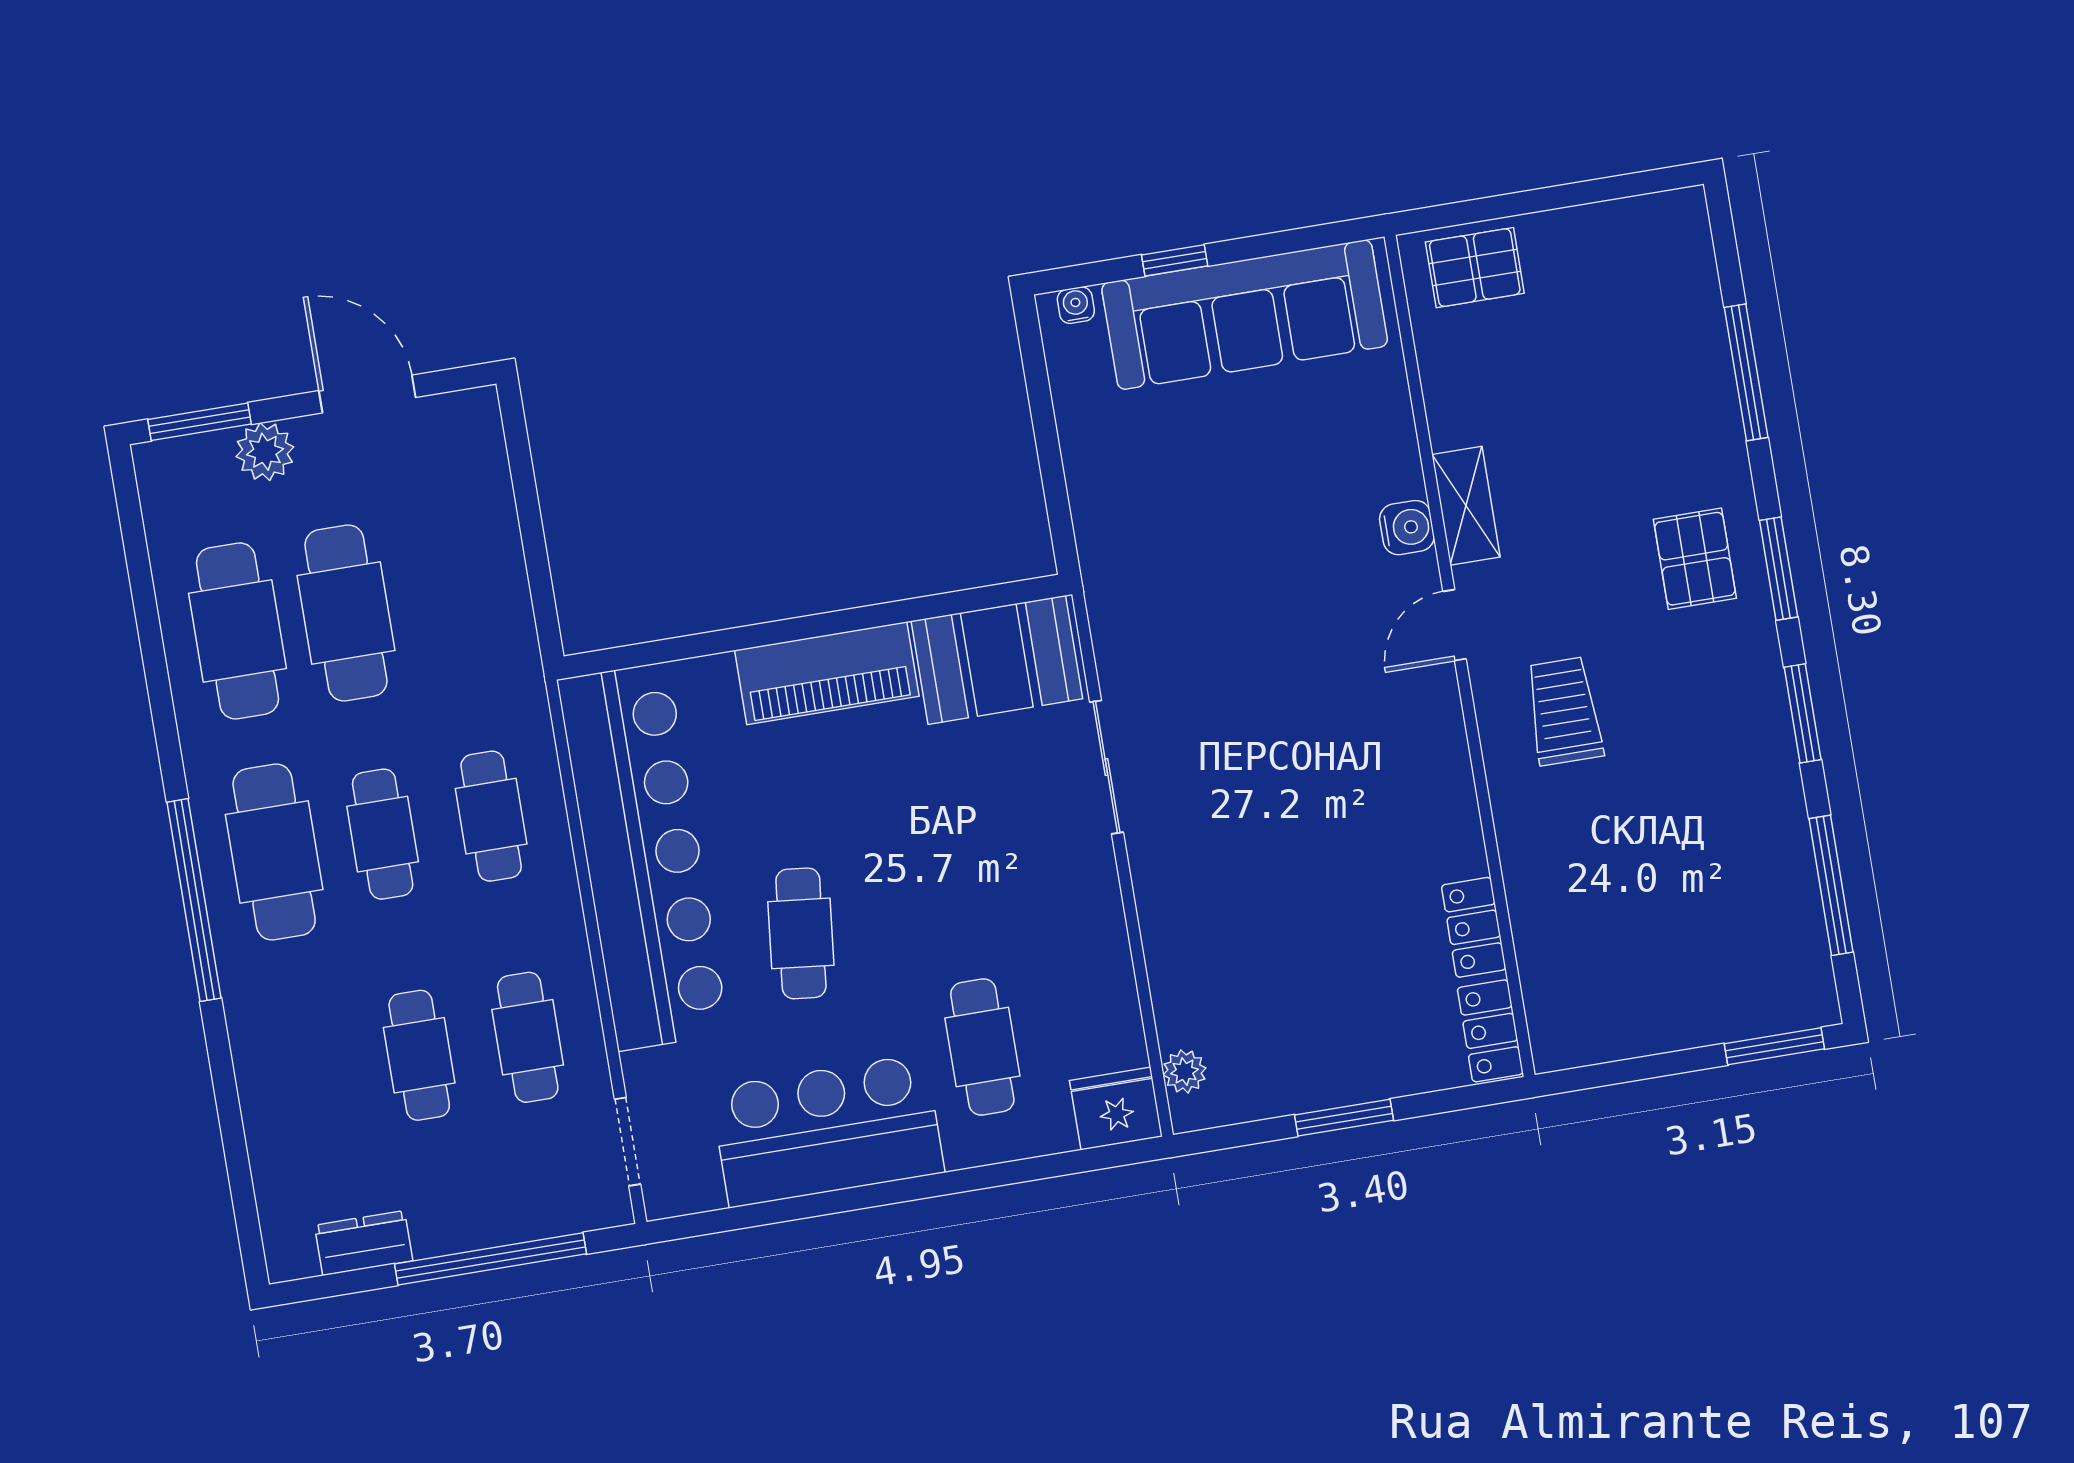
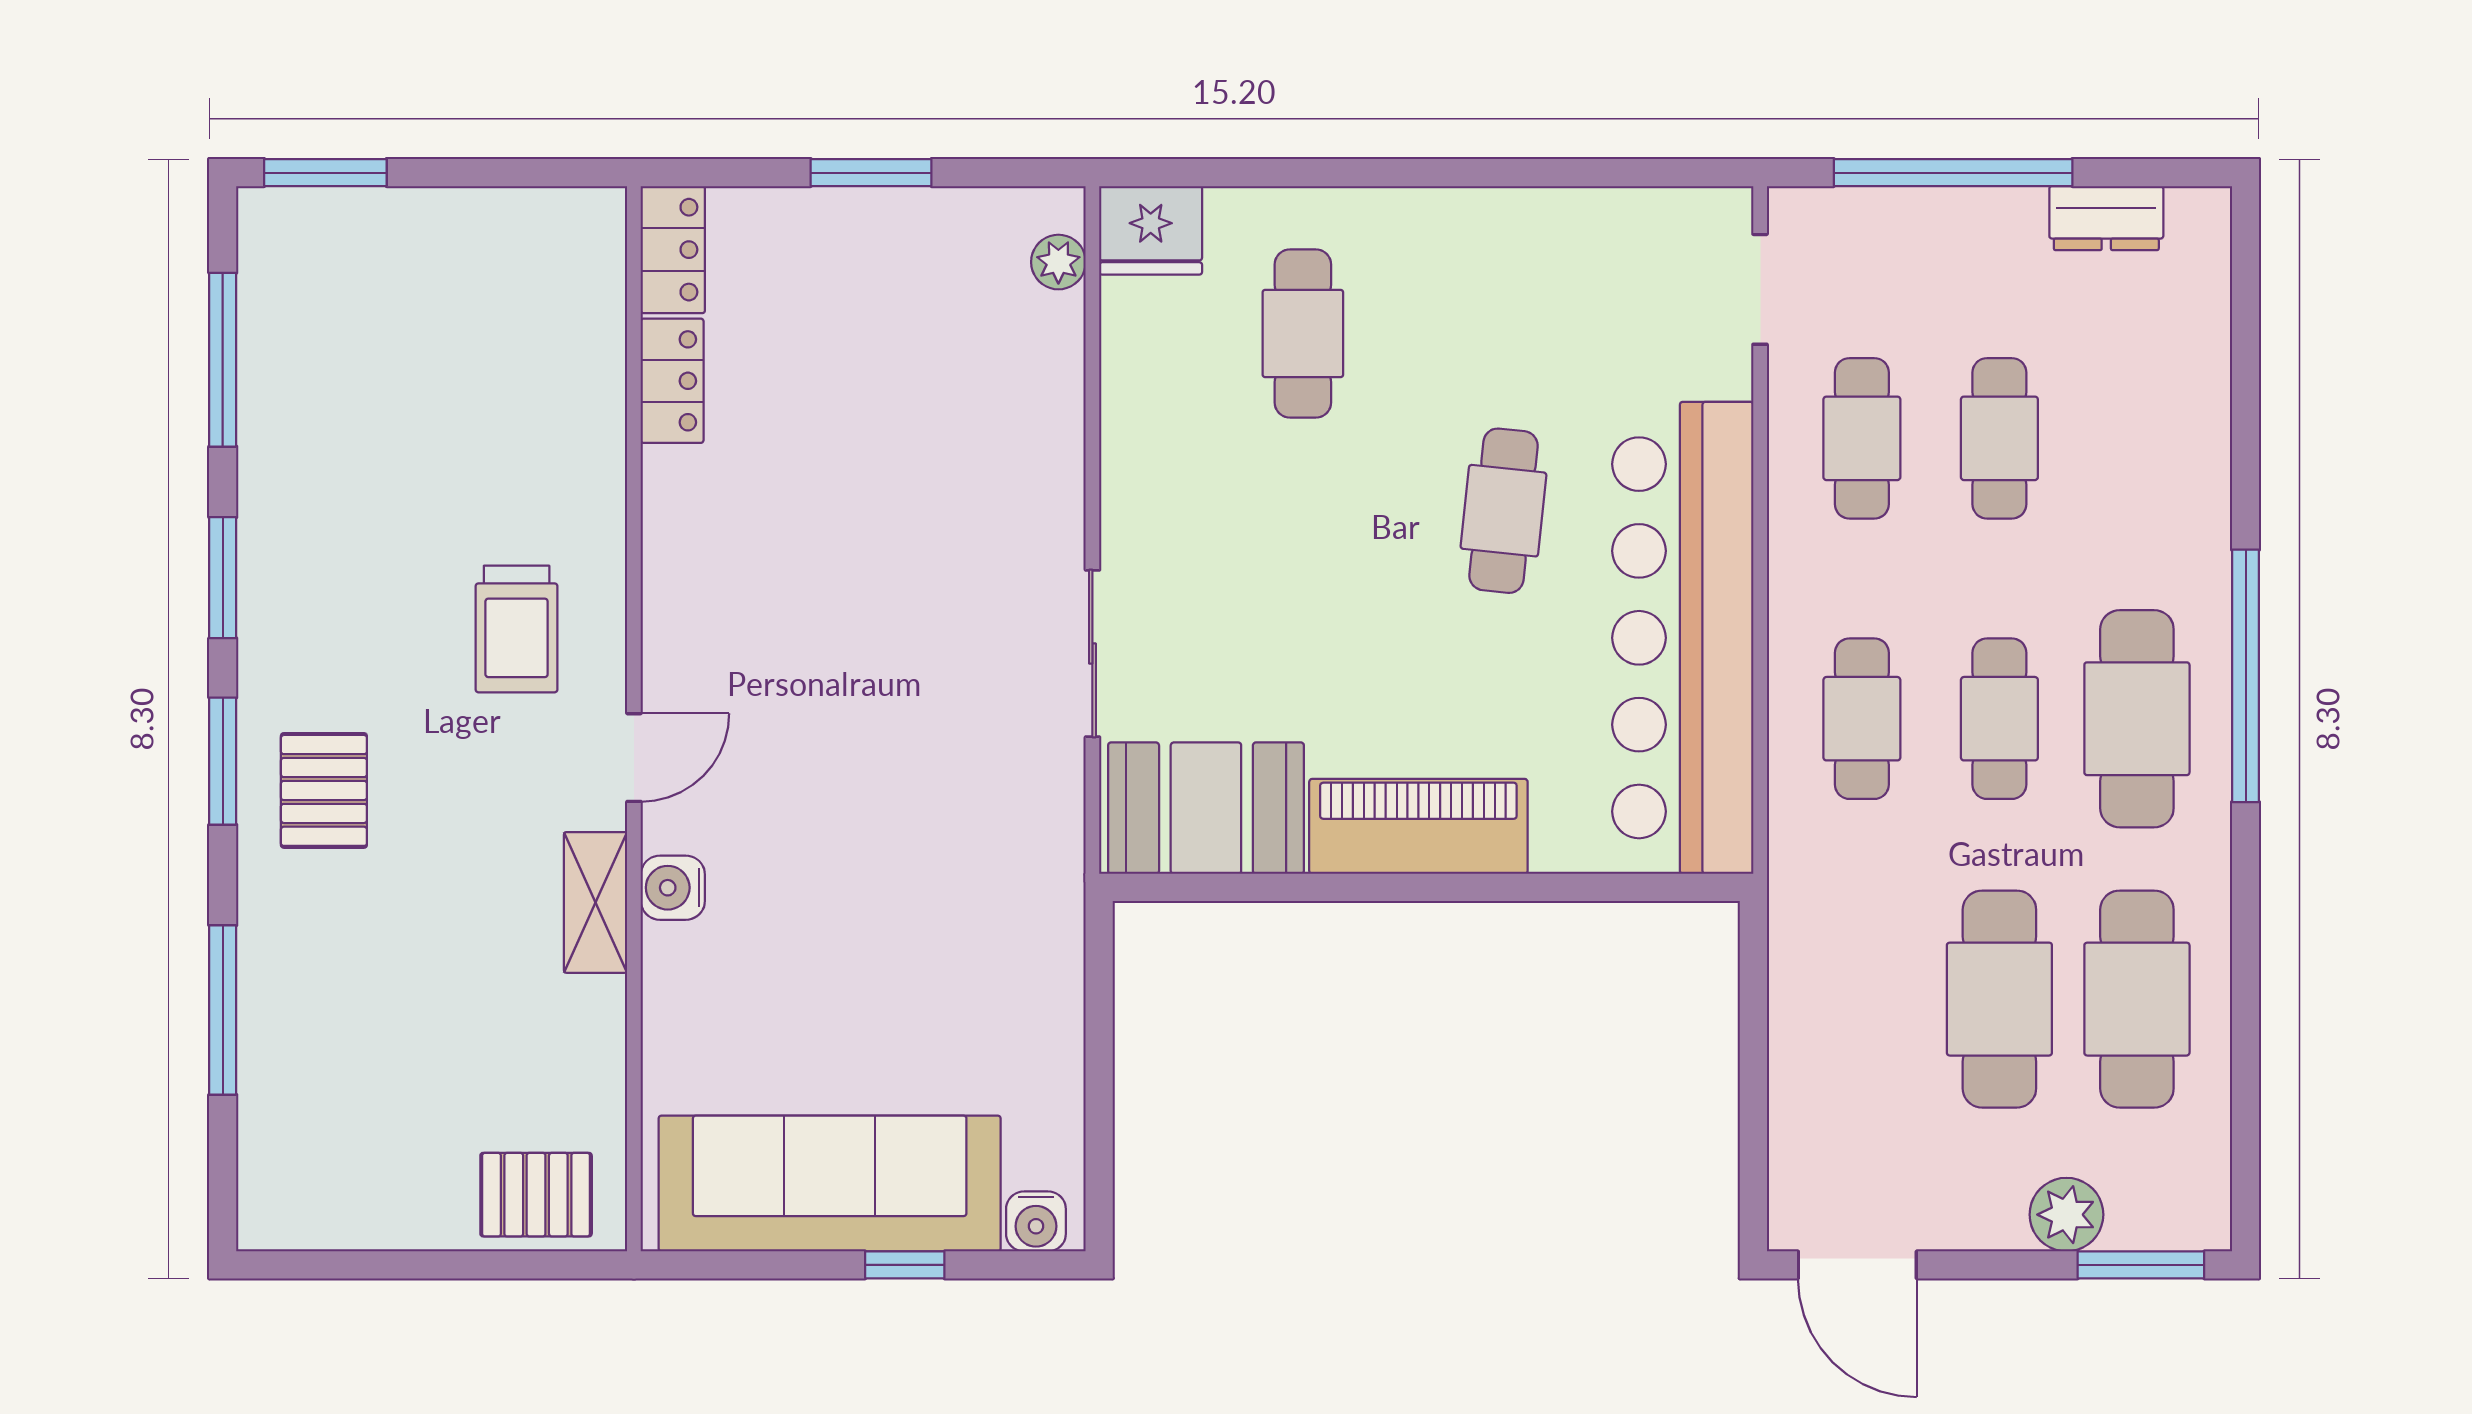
water cooler: (1076, 305) -> (1036, 1221), width x1.38, depth x1.38
door: (367, 394) -> (1857, 1265), moved
bar counter: (827, 1131) -> (1511, 262), removed

